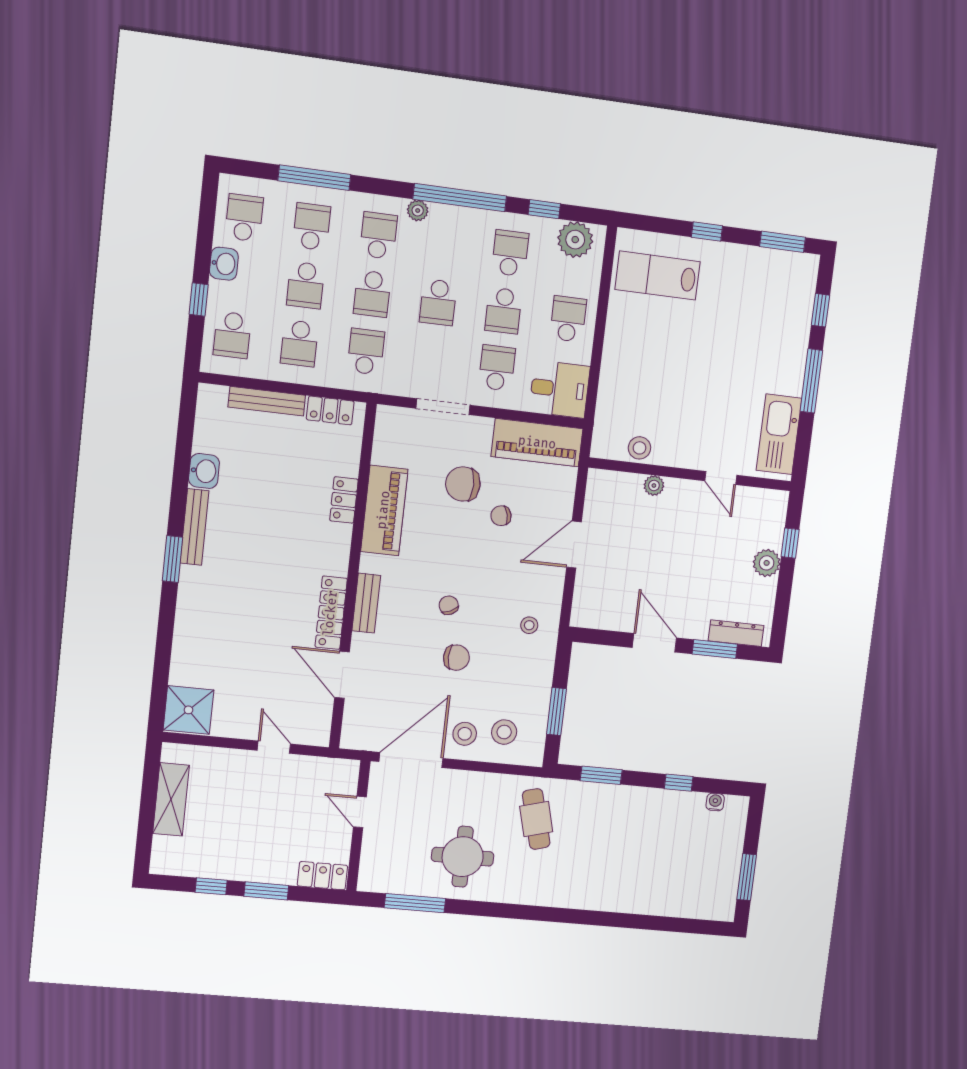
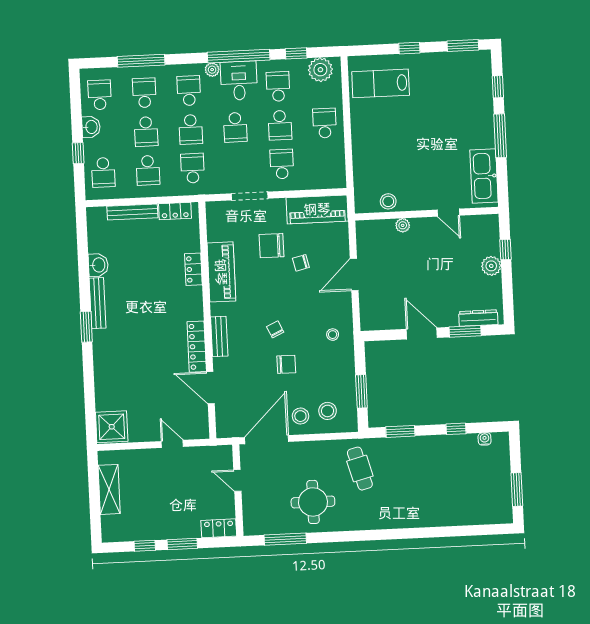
desk: (559, 389) -> (239, 81), moved, turned -90

